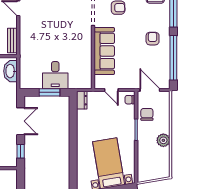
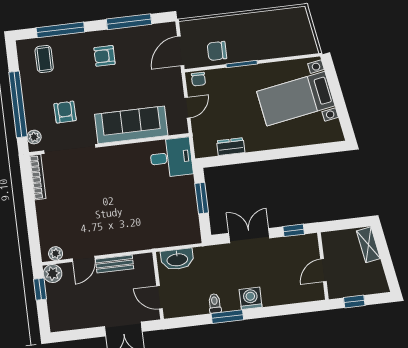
bench: (12, 40) -> (115, 264), moved
window: (173, 58) -> (129, 22), width x0.68
desk: (55, 75) -> (171, 158), moved
dresser: (82, 100) -> (231, 147), moved
plant: (163, 140) -> (252, 22), removed

